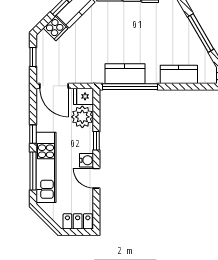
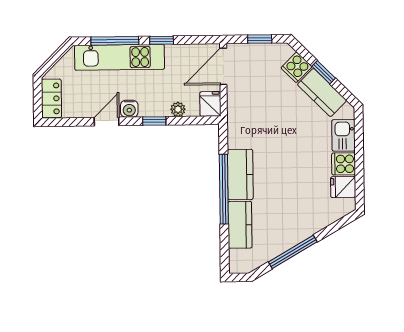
kitchen counter: (125, 74) -> (240, 174), moved
window: (130, 87) -> (224, 189), moved
plant: (82, 117) -> (178, 109), width x0.53, depth x0.53

